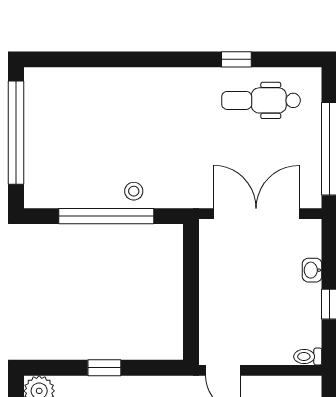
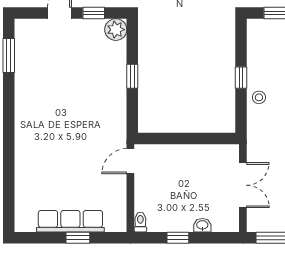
double door: (256, 214) -> (243, 185), width x0.73
window: (106, 216) -> (241, 78), width x0.32

